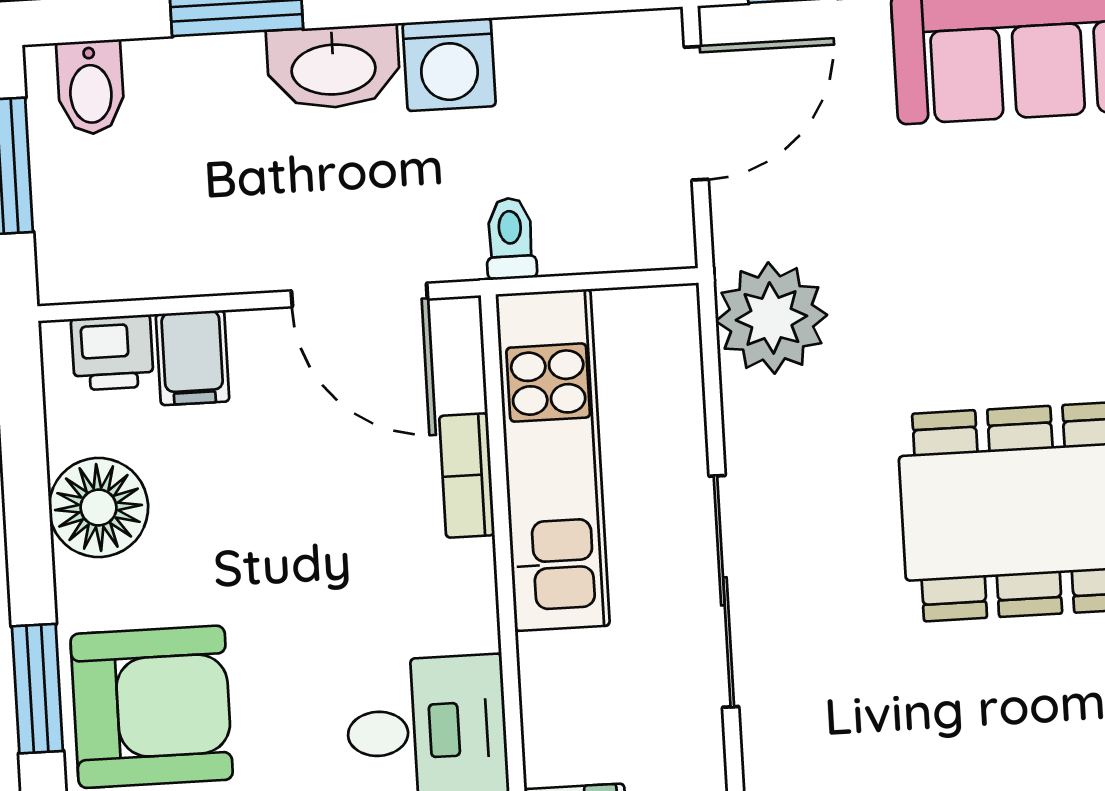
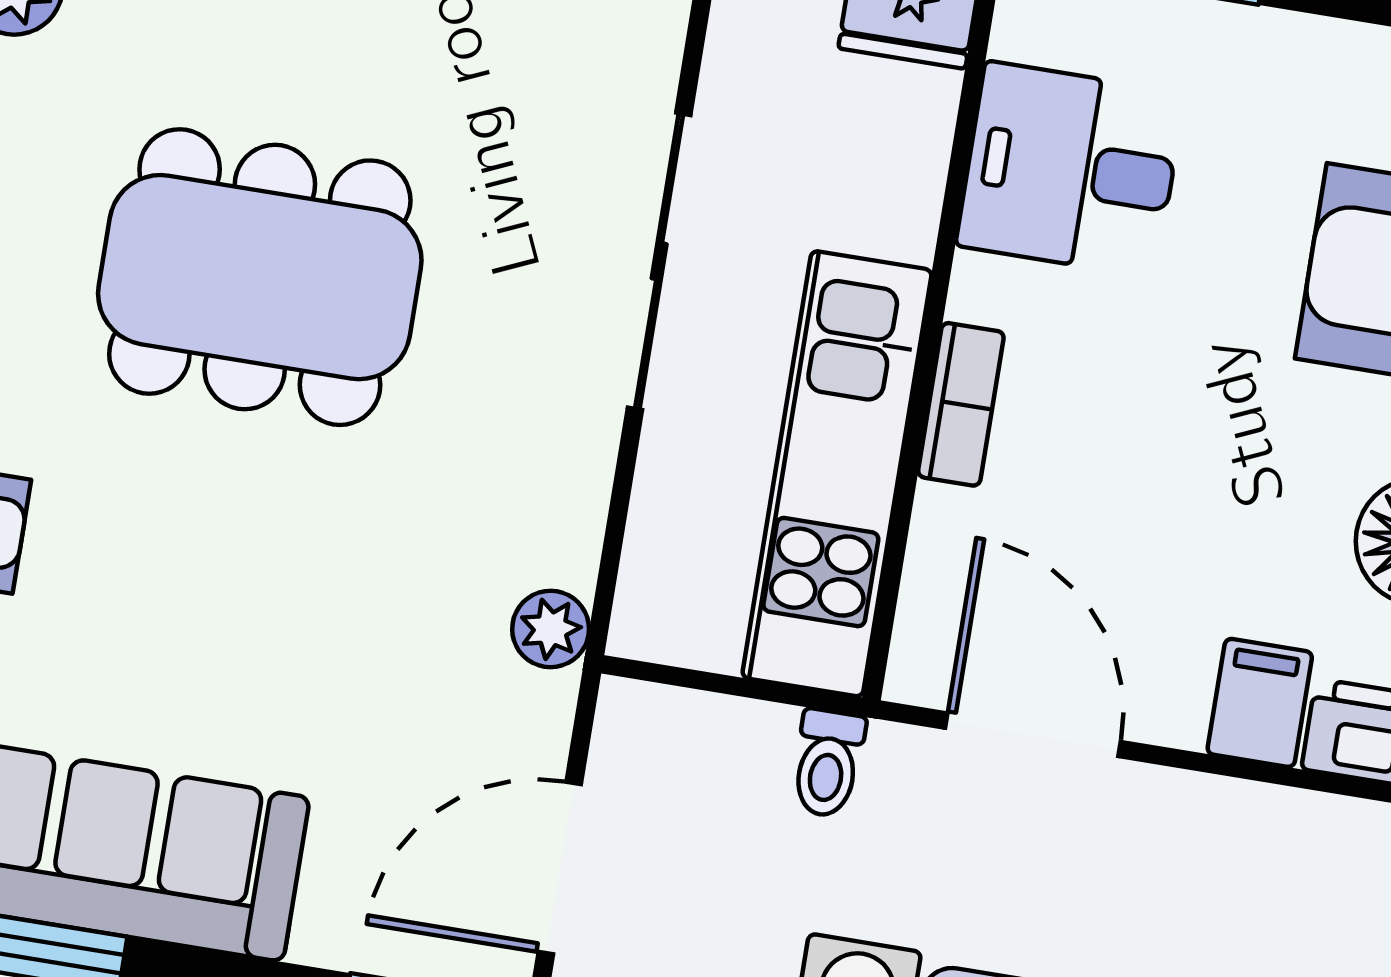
plant: (771, 318) -> (551, 629), width x0.53, depth x0.53
bookcase: (467, 475) -> (961, 404), moved

